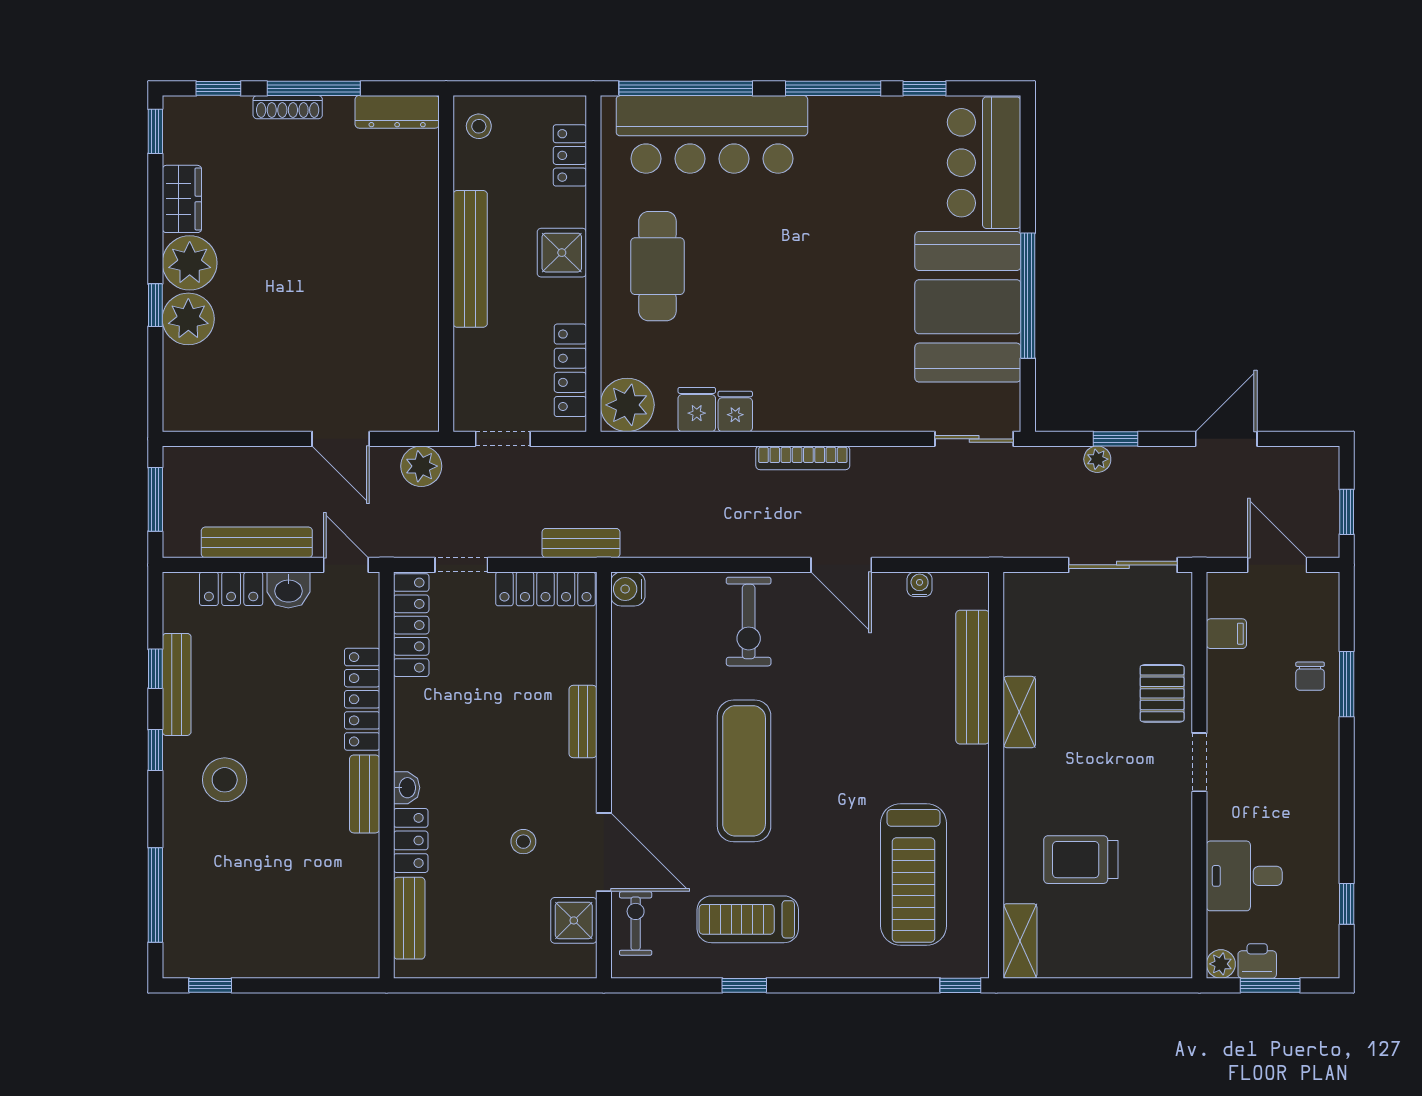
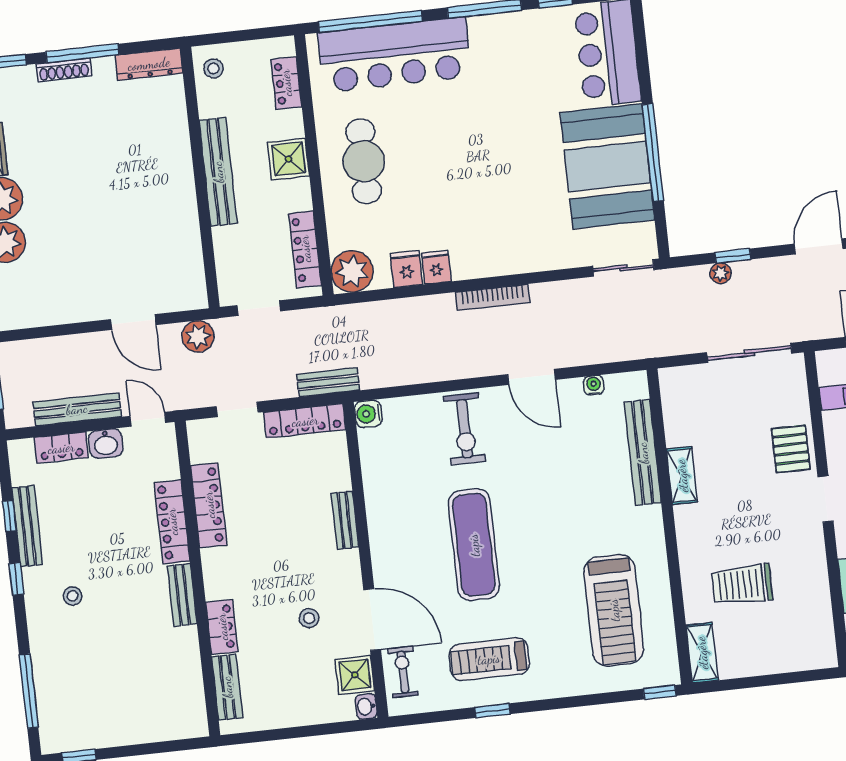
locker: (411, 625) -> (209, 505), moved
stool: (225, 780) -> (73, 596), width x0.53, depth x0.53
washbasin: (407, 788) -> (366, 707), moved, turned 180

